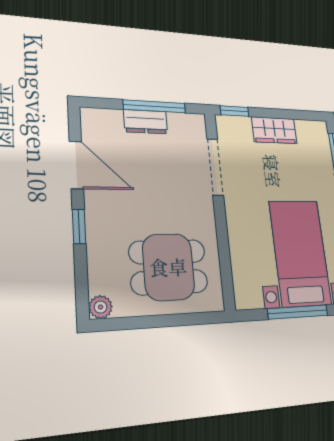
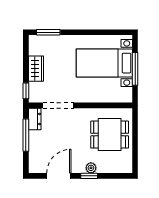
dresser: (146, 122) -> (35, 119), moved
dining table: (168, 267) -> (110, 135), turned 90
plant: (101, 307) -> (91, 168), moved

